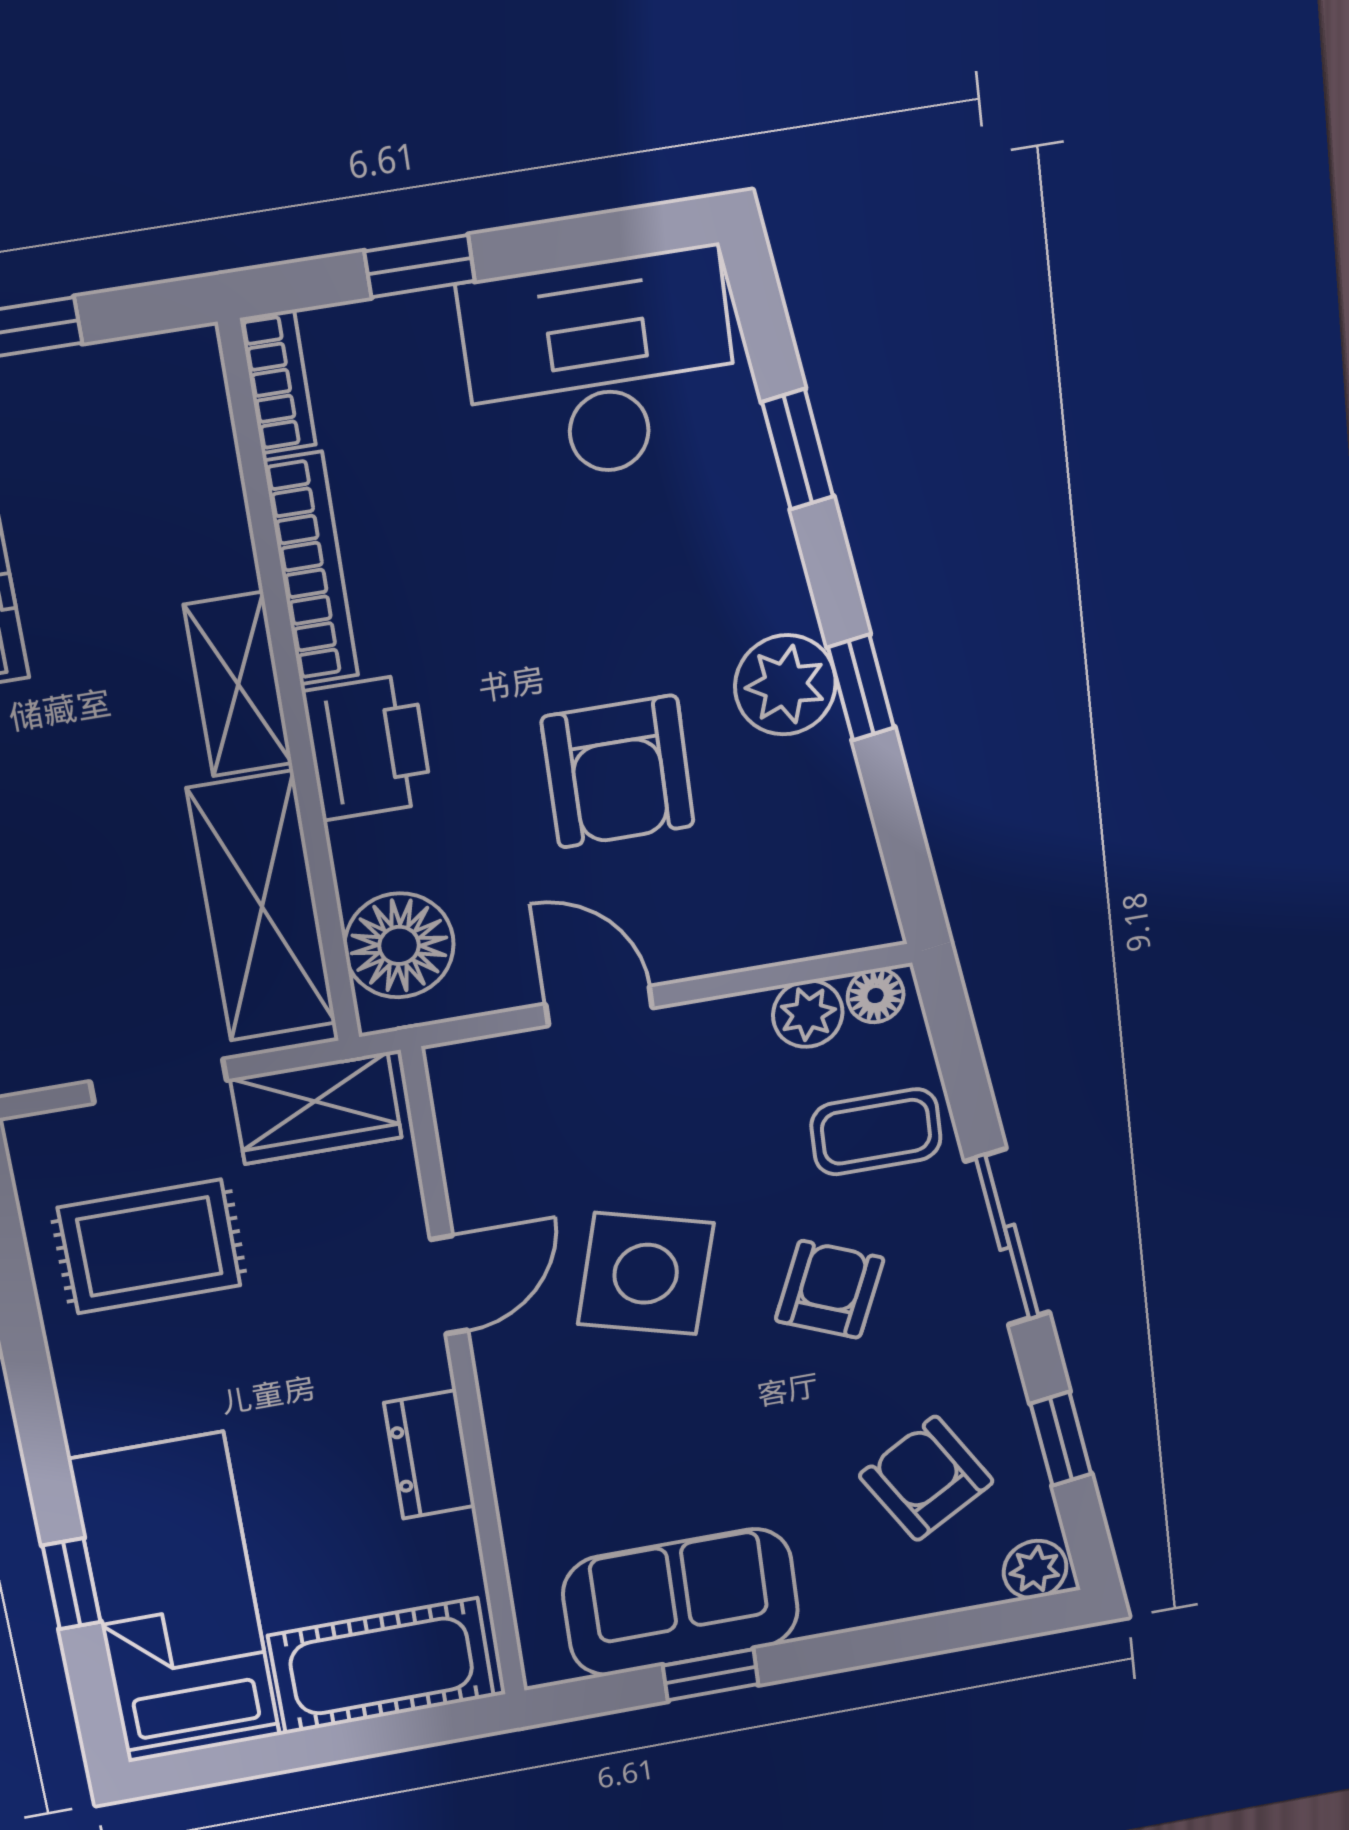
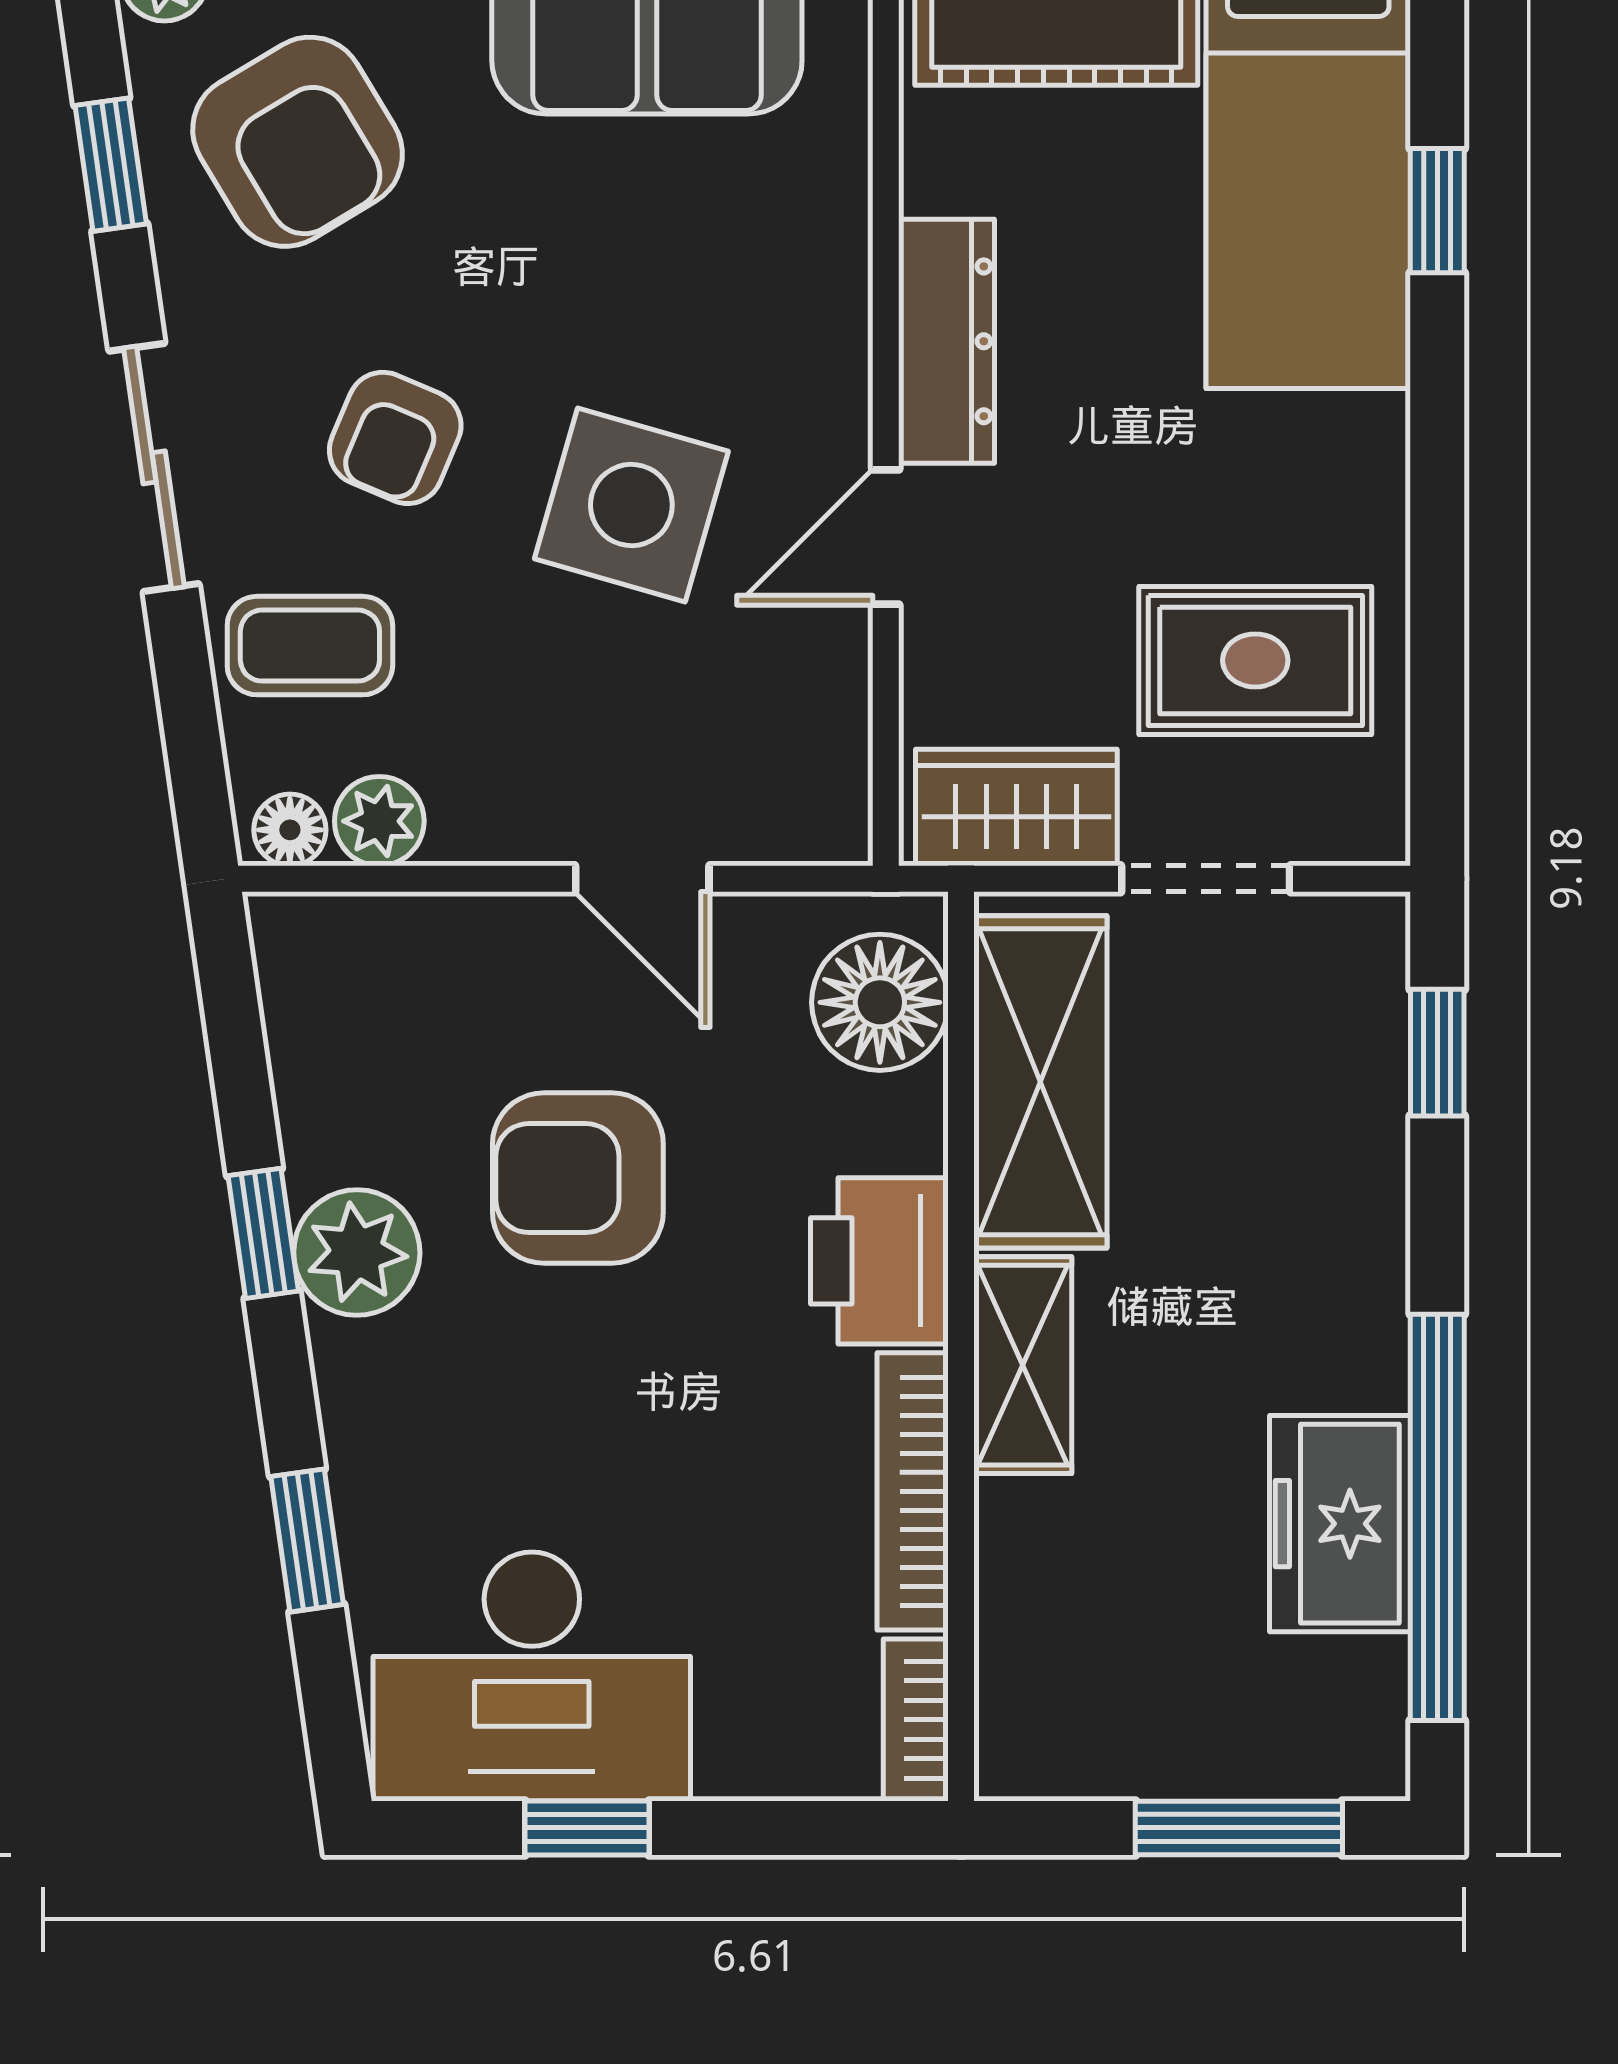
window: (420, 266) -> (587, 1828), moved
armchair: (618, 772) -> (578, 1178), turned -90
dresser: (430, 1455) -> (947, 341), width x1.44
armchair: (926, 1479) -> (298, 142), width x1.38, depth x1.38

